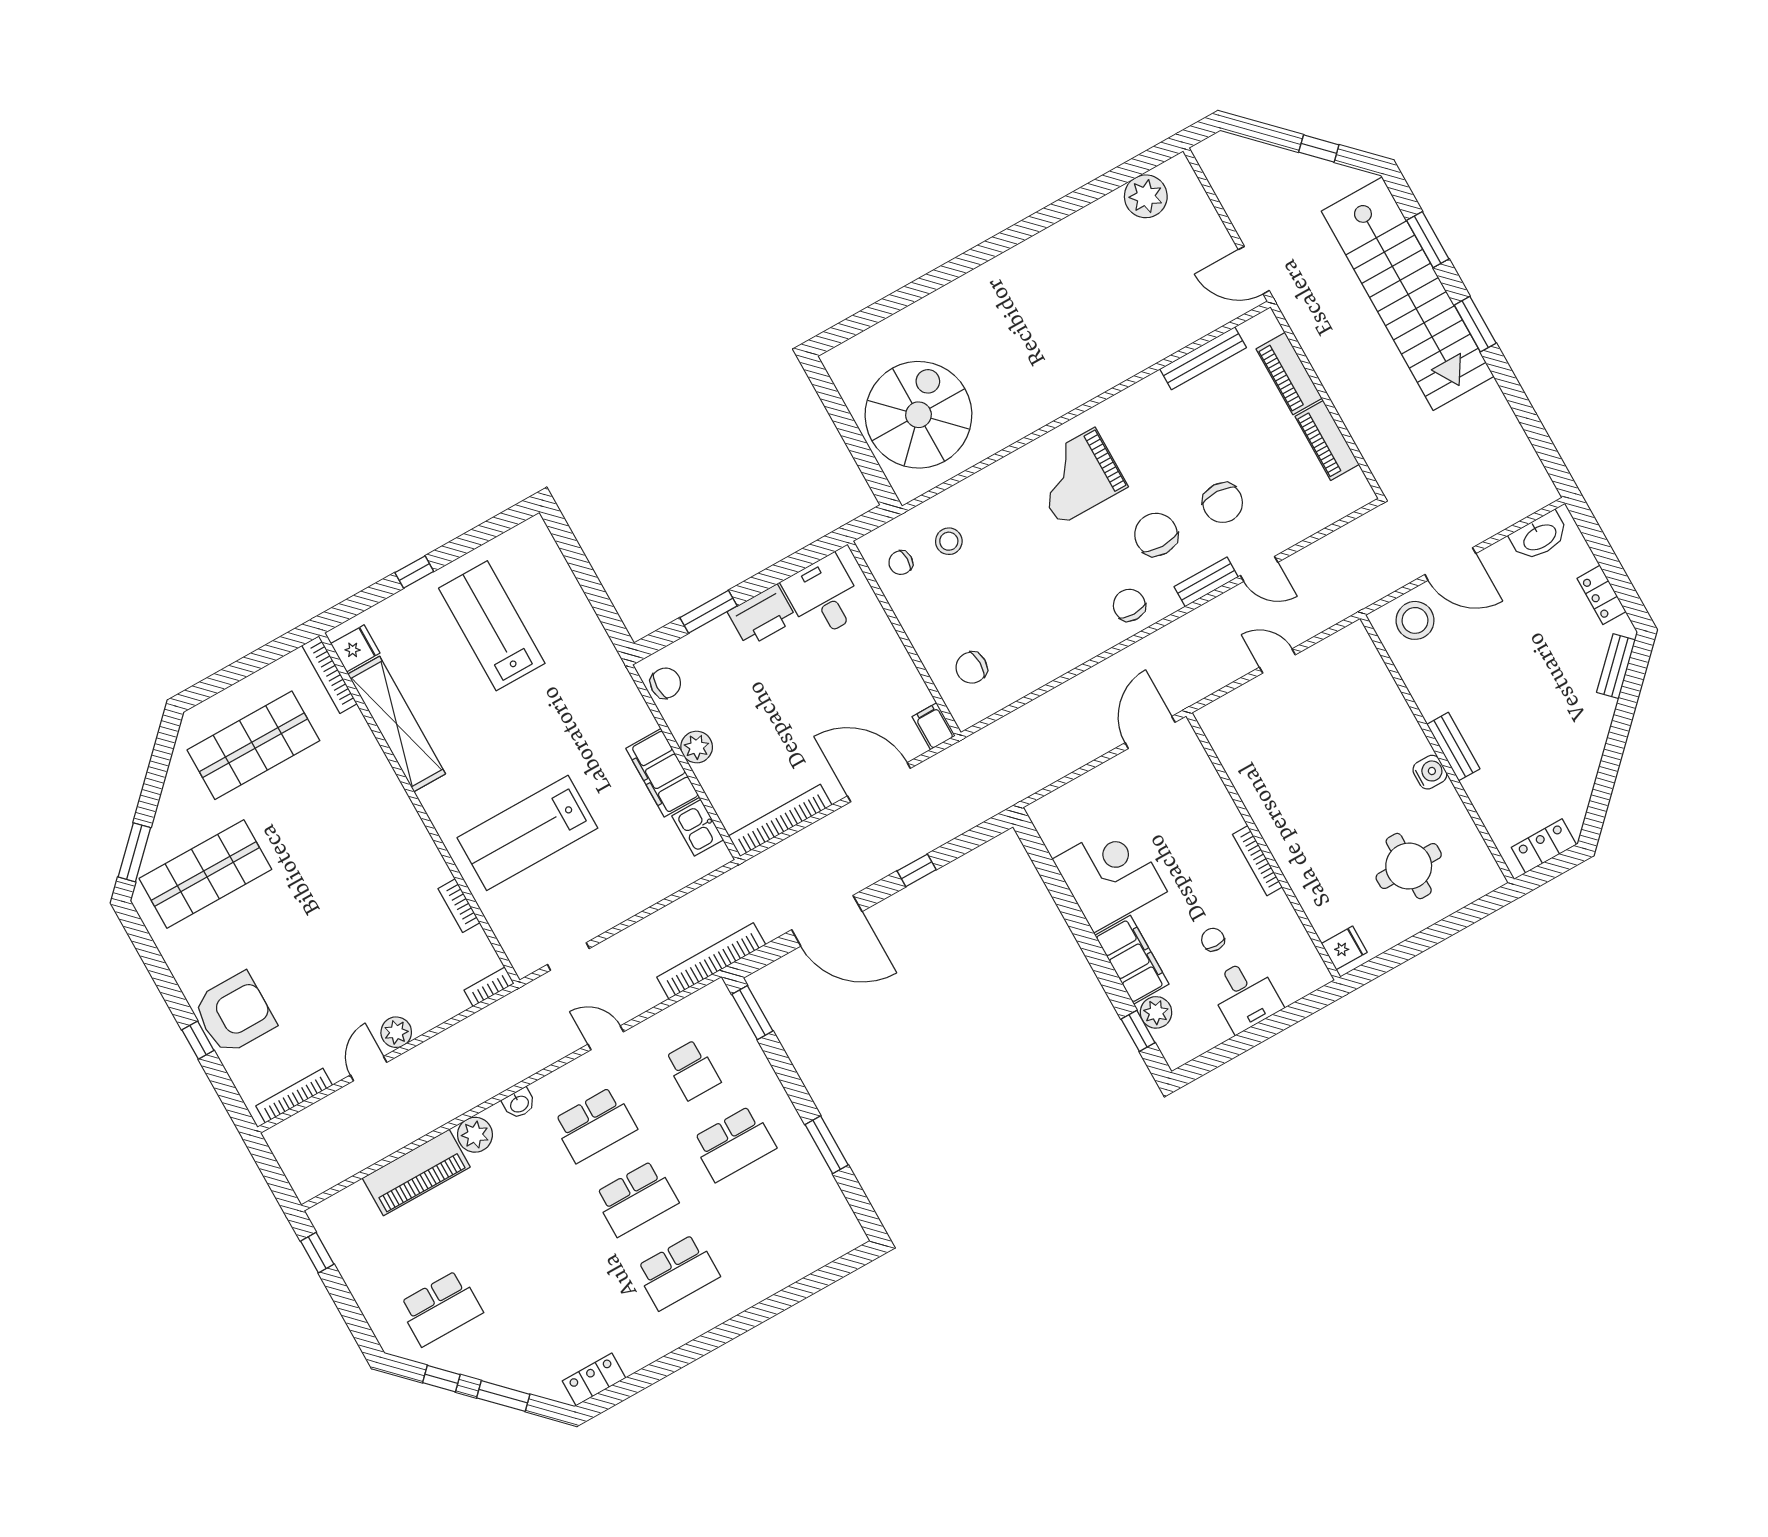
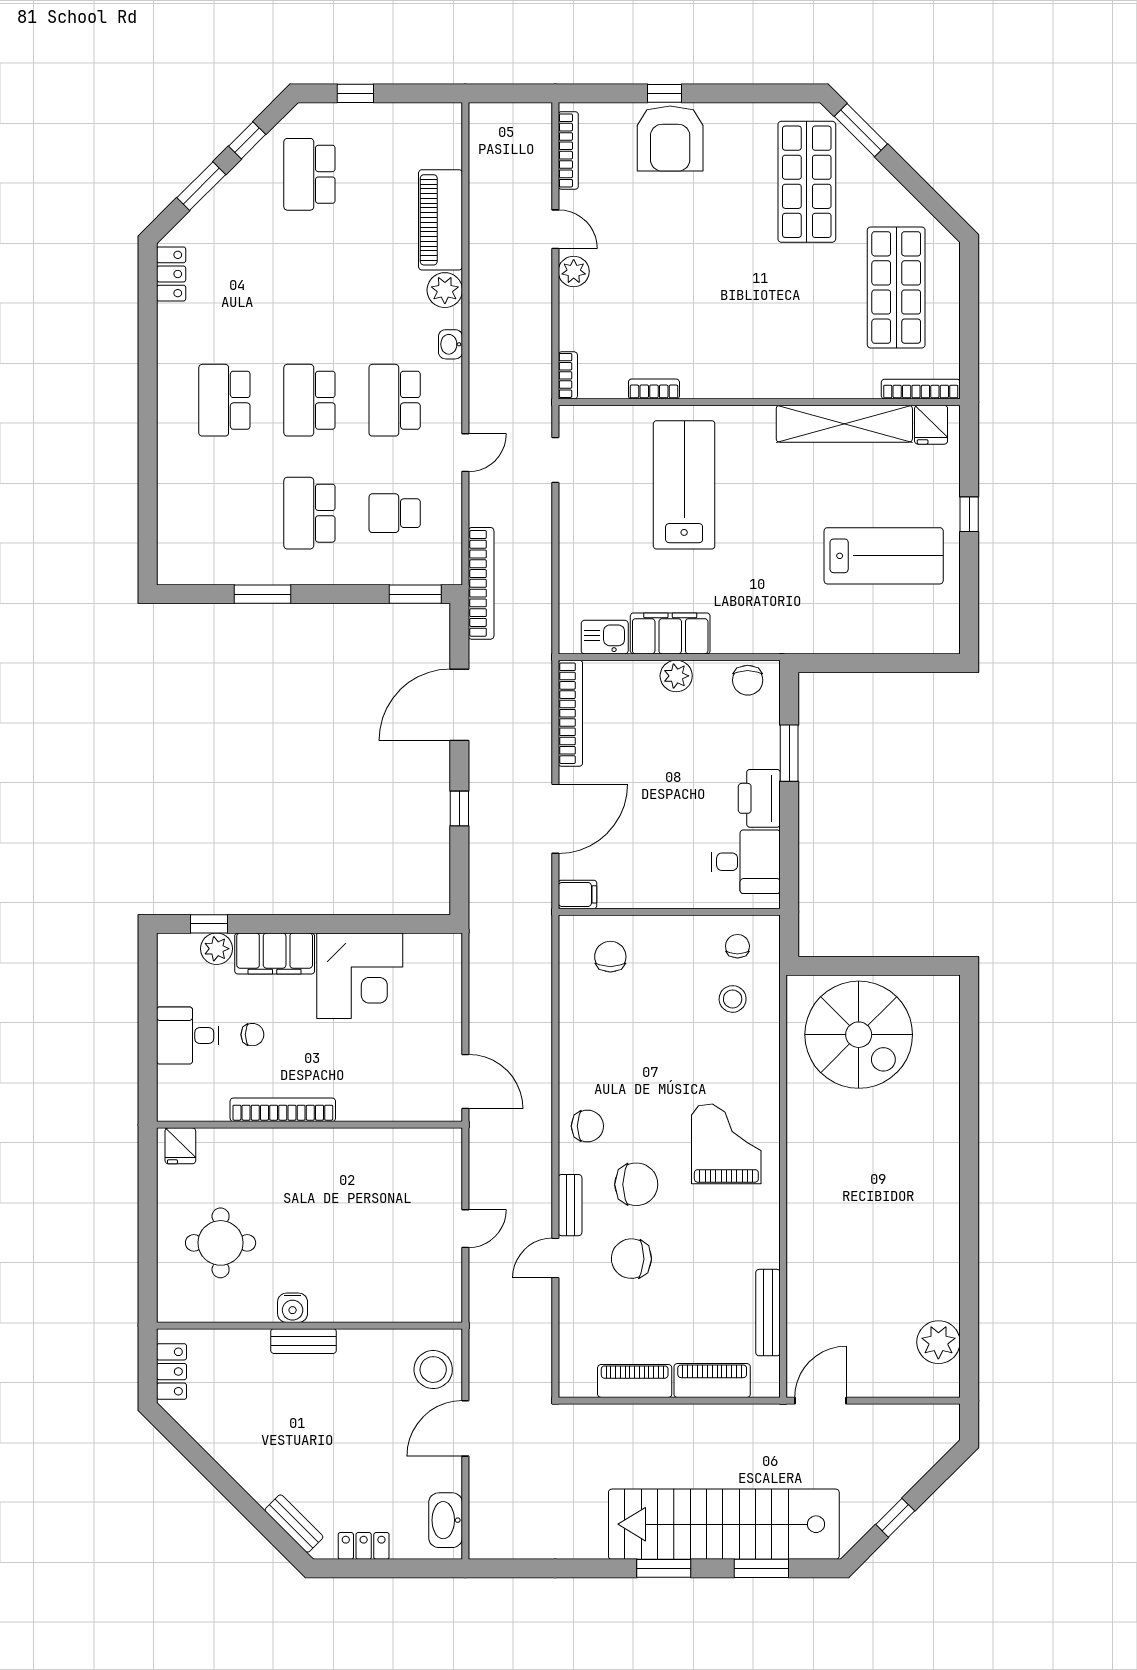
bookcase: (1257, 861) -> (283, 1110), width x1.48, depth x1.31
window: (317, 1253) -> (355, 93), moved

